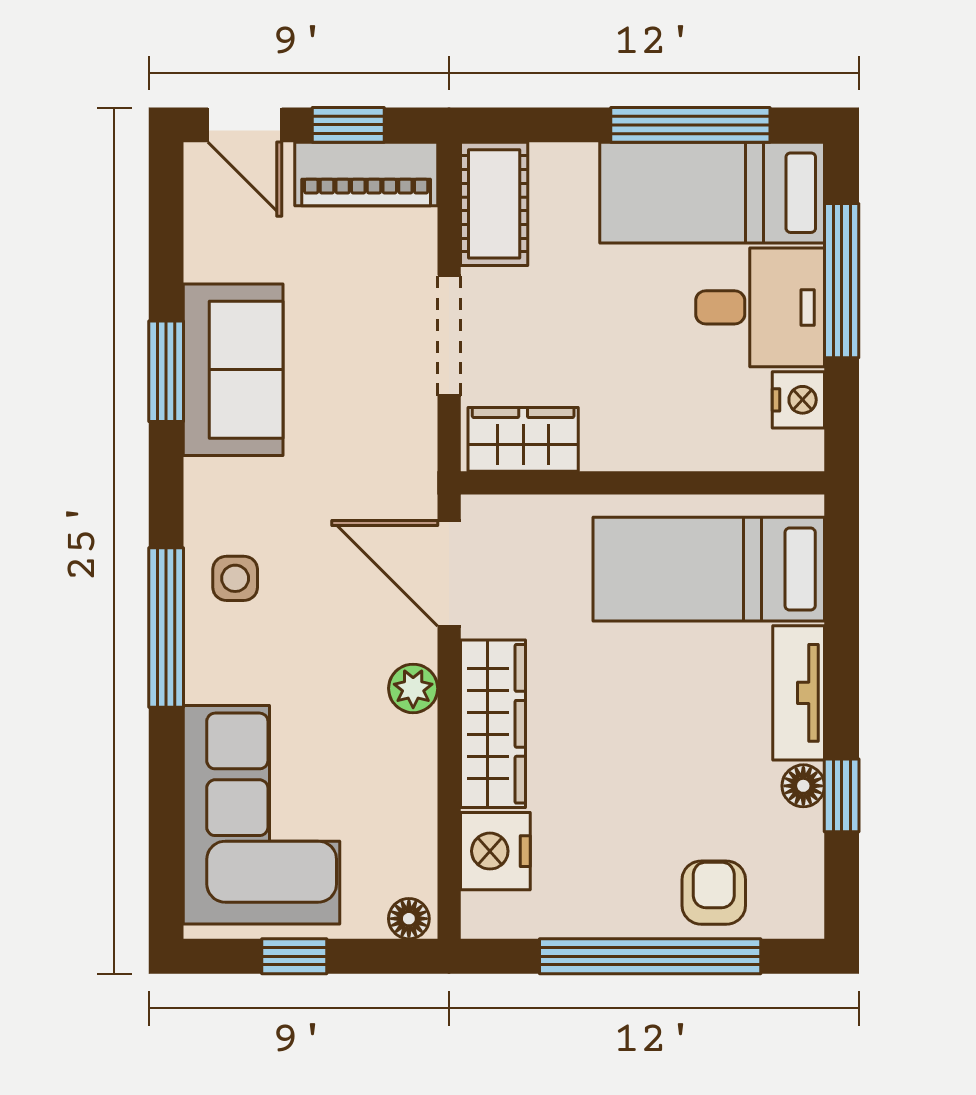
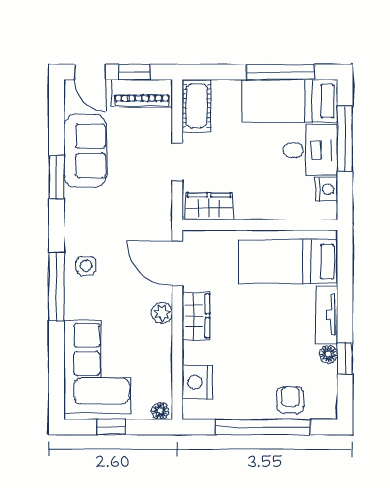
doorway: (449, 335) -> (177, 162), width x0.73
sofa: (233, 370) -> (85, 151), moved
wardrobe: (493, 724) -> (196, 316), width x0.67

